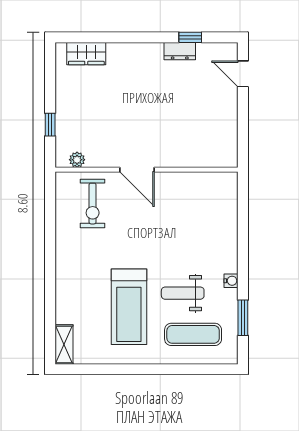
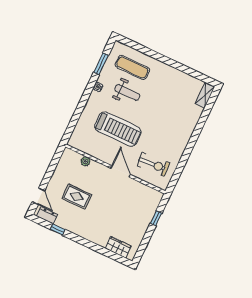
dresser: (180, 51) -> (47, 215), moved
rug: (185, 101) -> (77, 197), added
plant: (77, 160) -> (85, 161), moved
exercise bike: (93, 204) -> (153, 164), turned 86
treadmill: (129, 307) -> (118, 129), moved, turned 90

